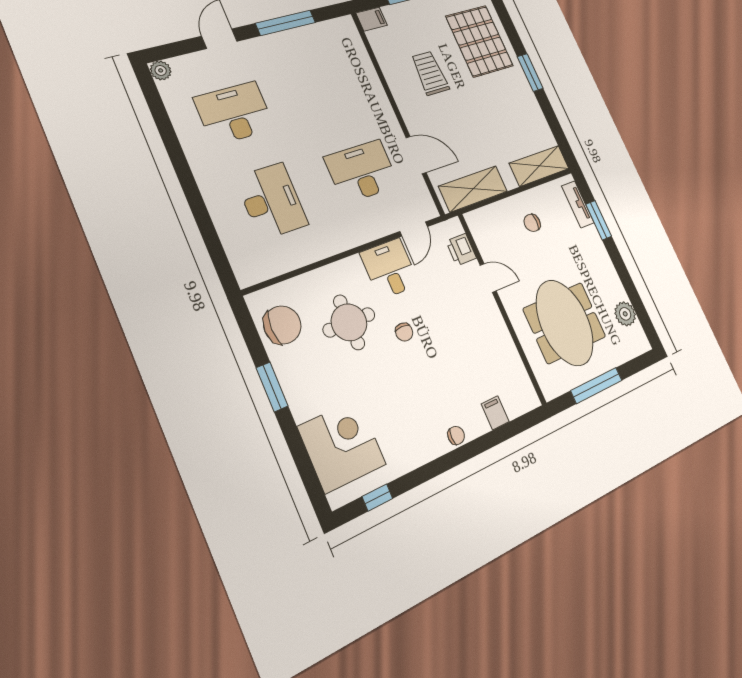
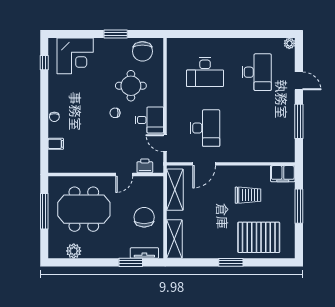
filing cabinet: (372, 19) -> (283, 174), width x2.00
chair: (532, 223) -> (144, 217), width x1.87, depth x1.87

